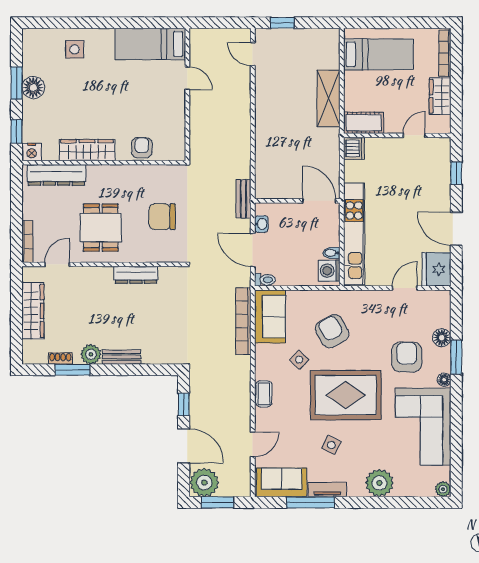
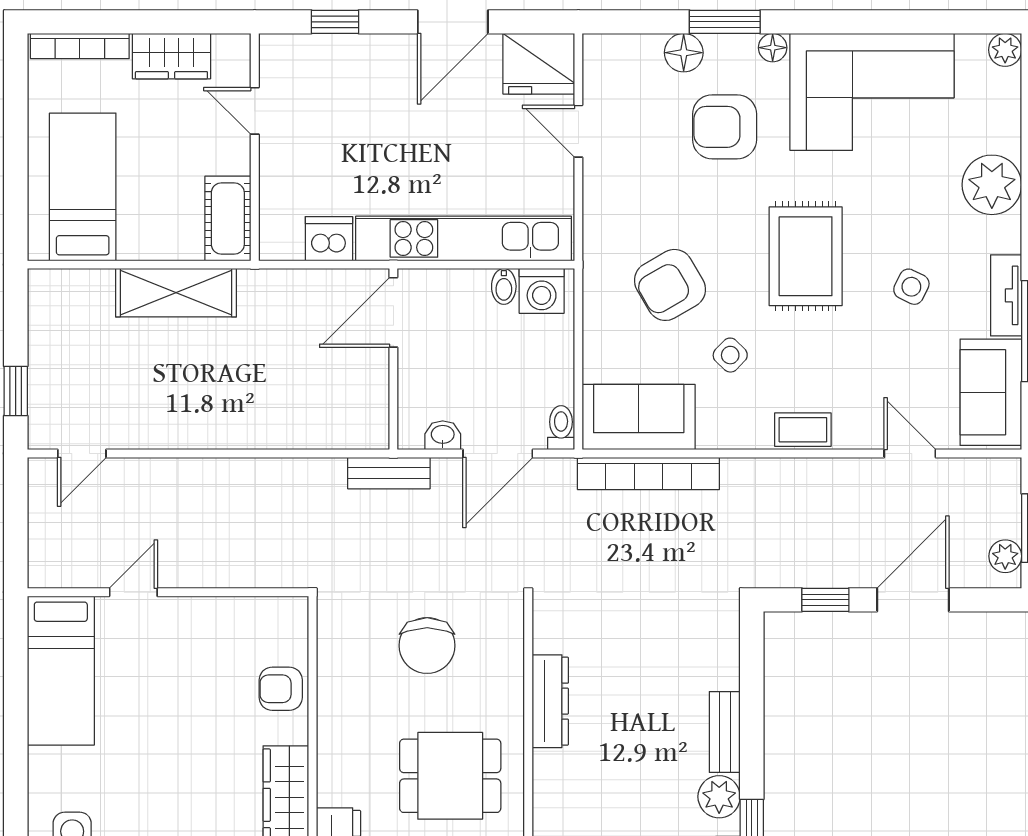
dishwasher: (354, 148) -> (329, 239), moved
rug: (346, 395) -> (806, 256), width x0.73, depth x0.69
plant: (204, 483) -> (1005, 556), width x0.53, depth x0.53

